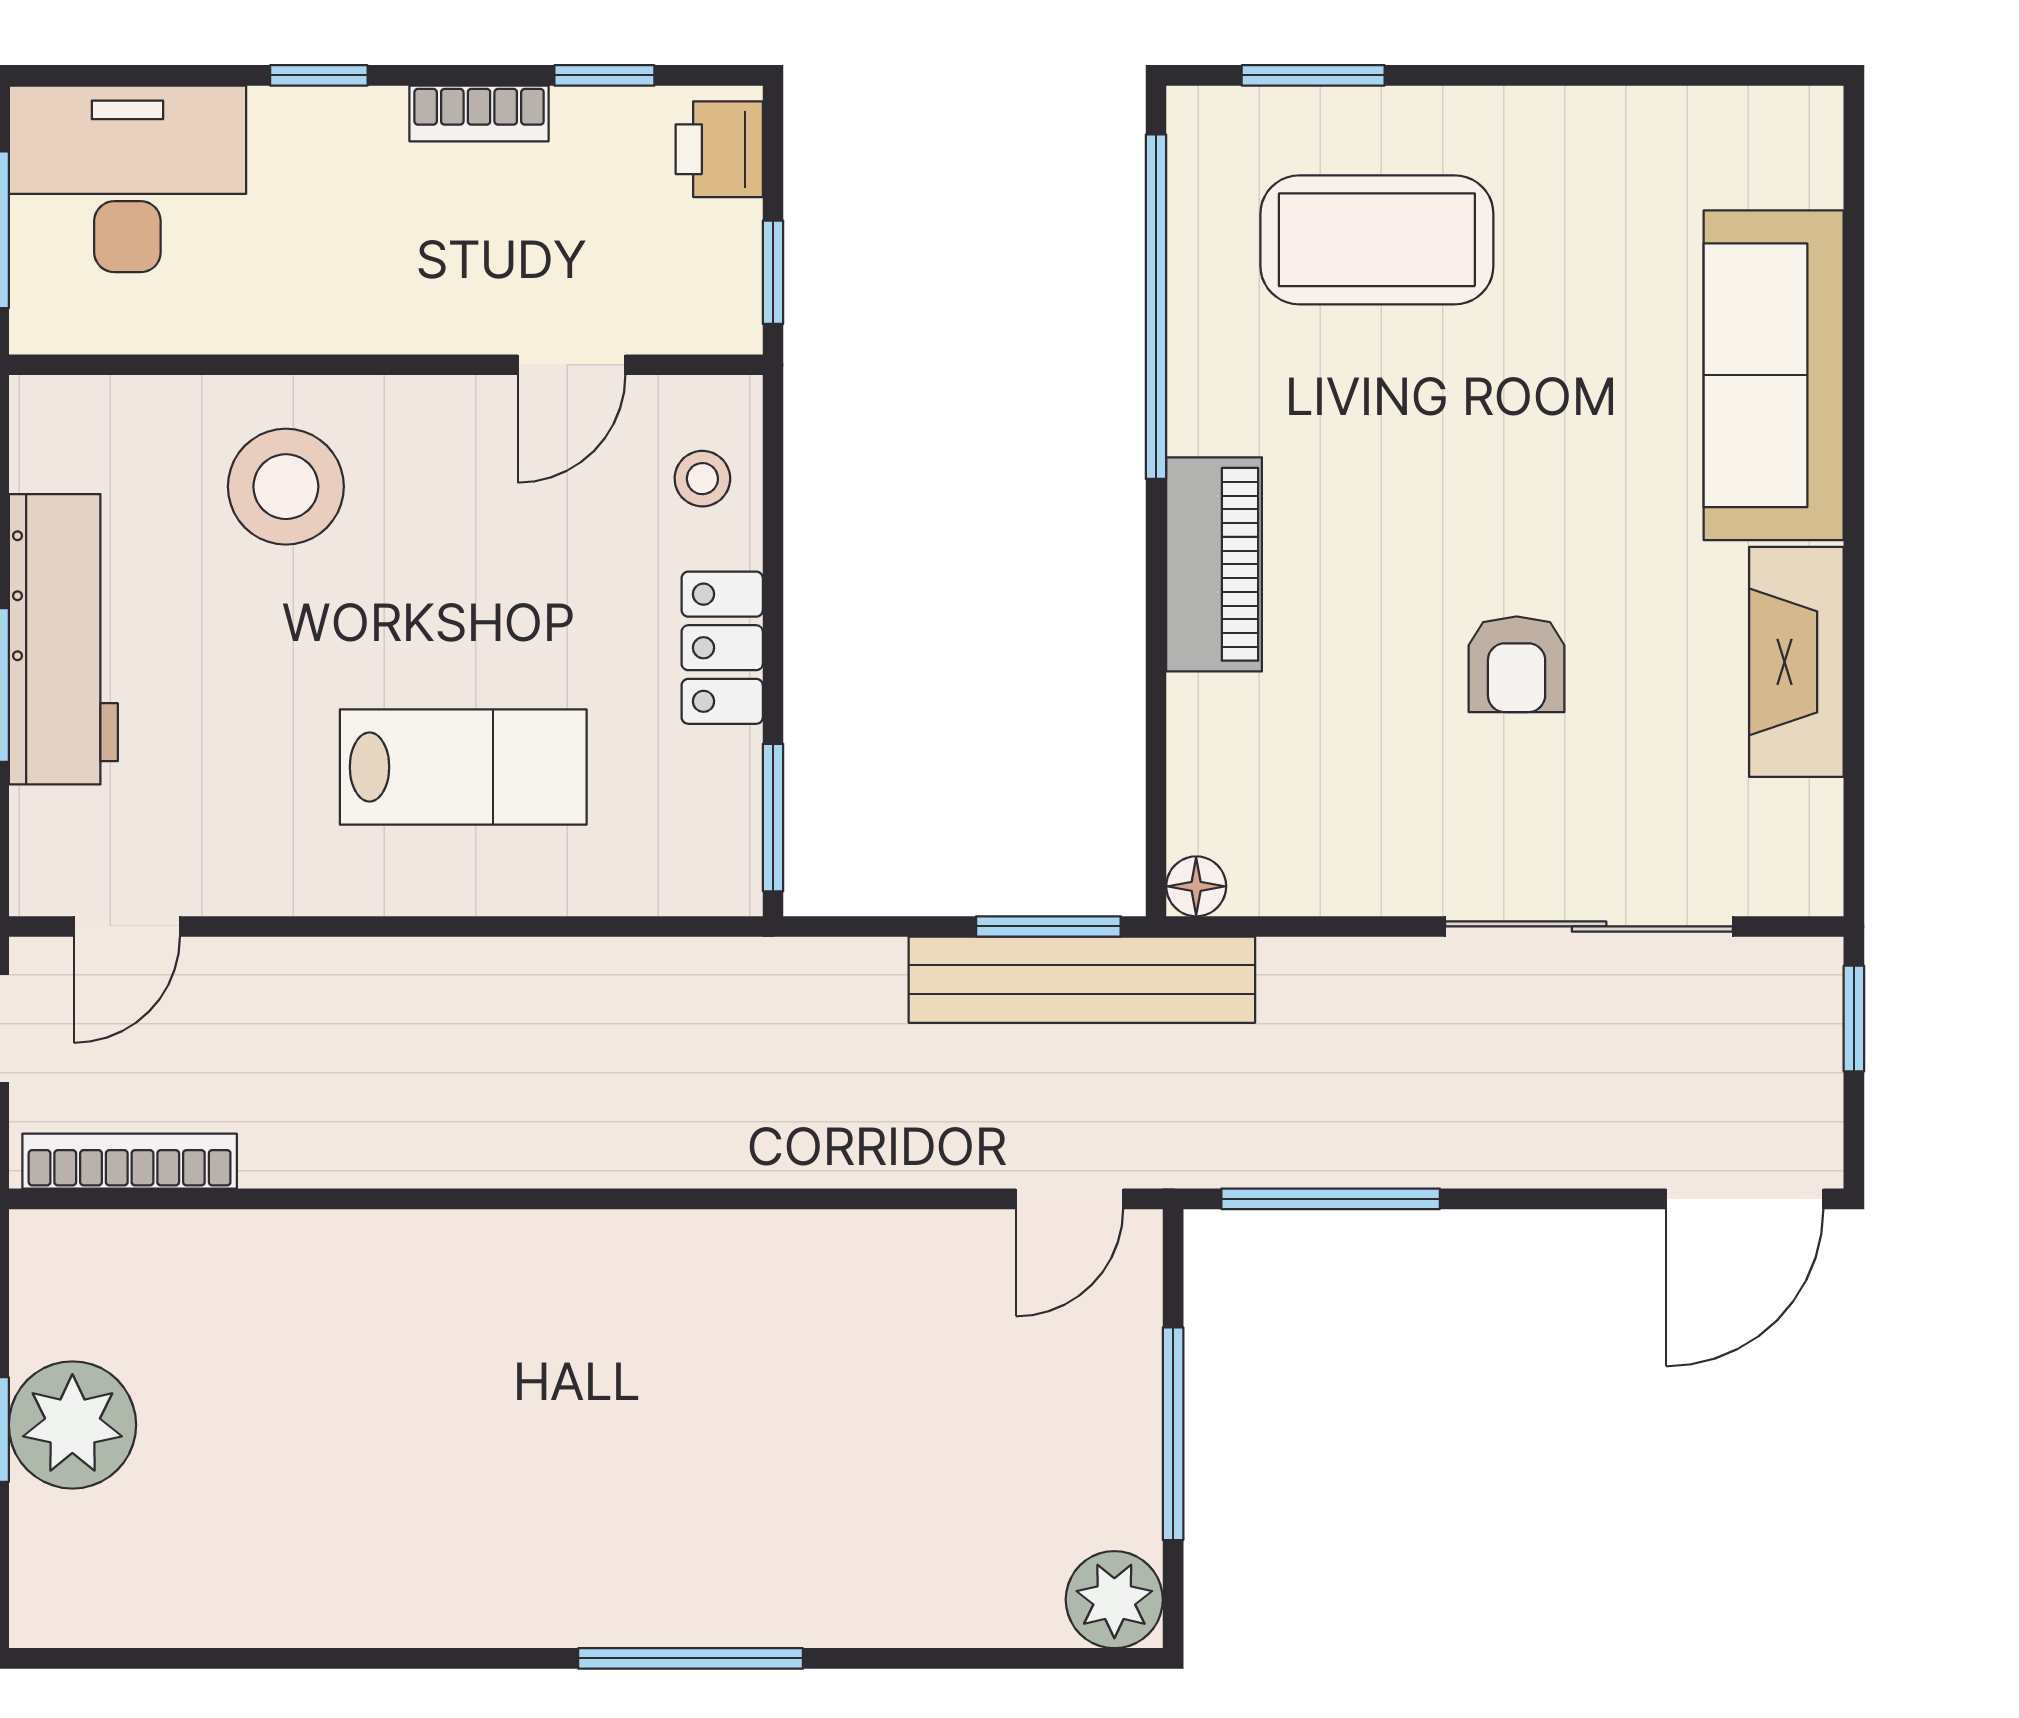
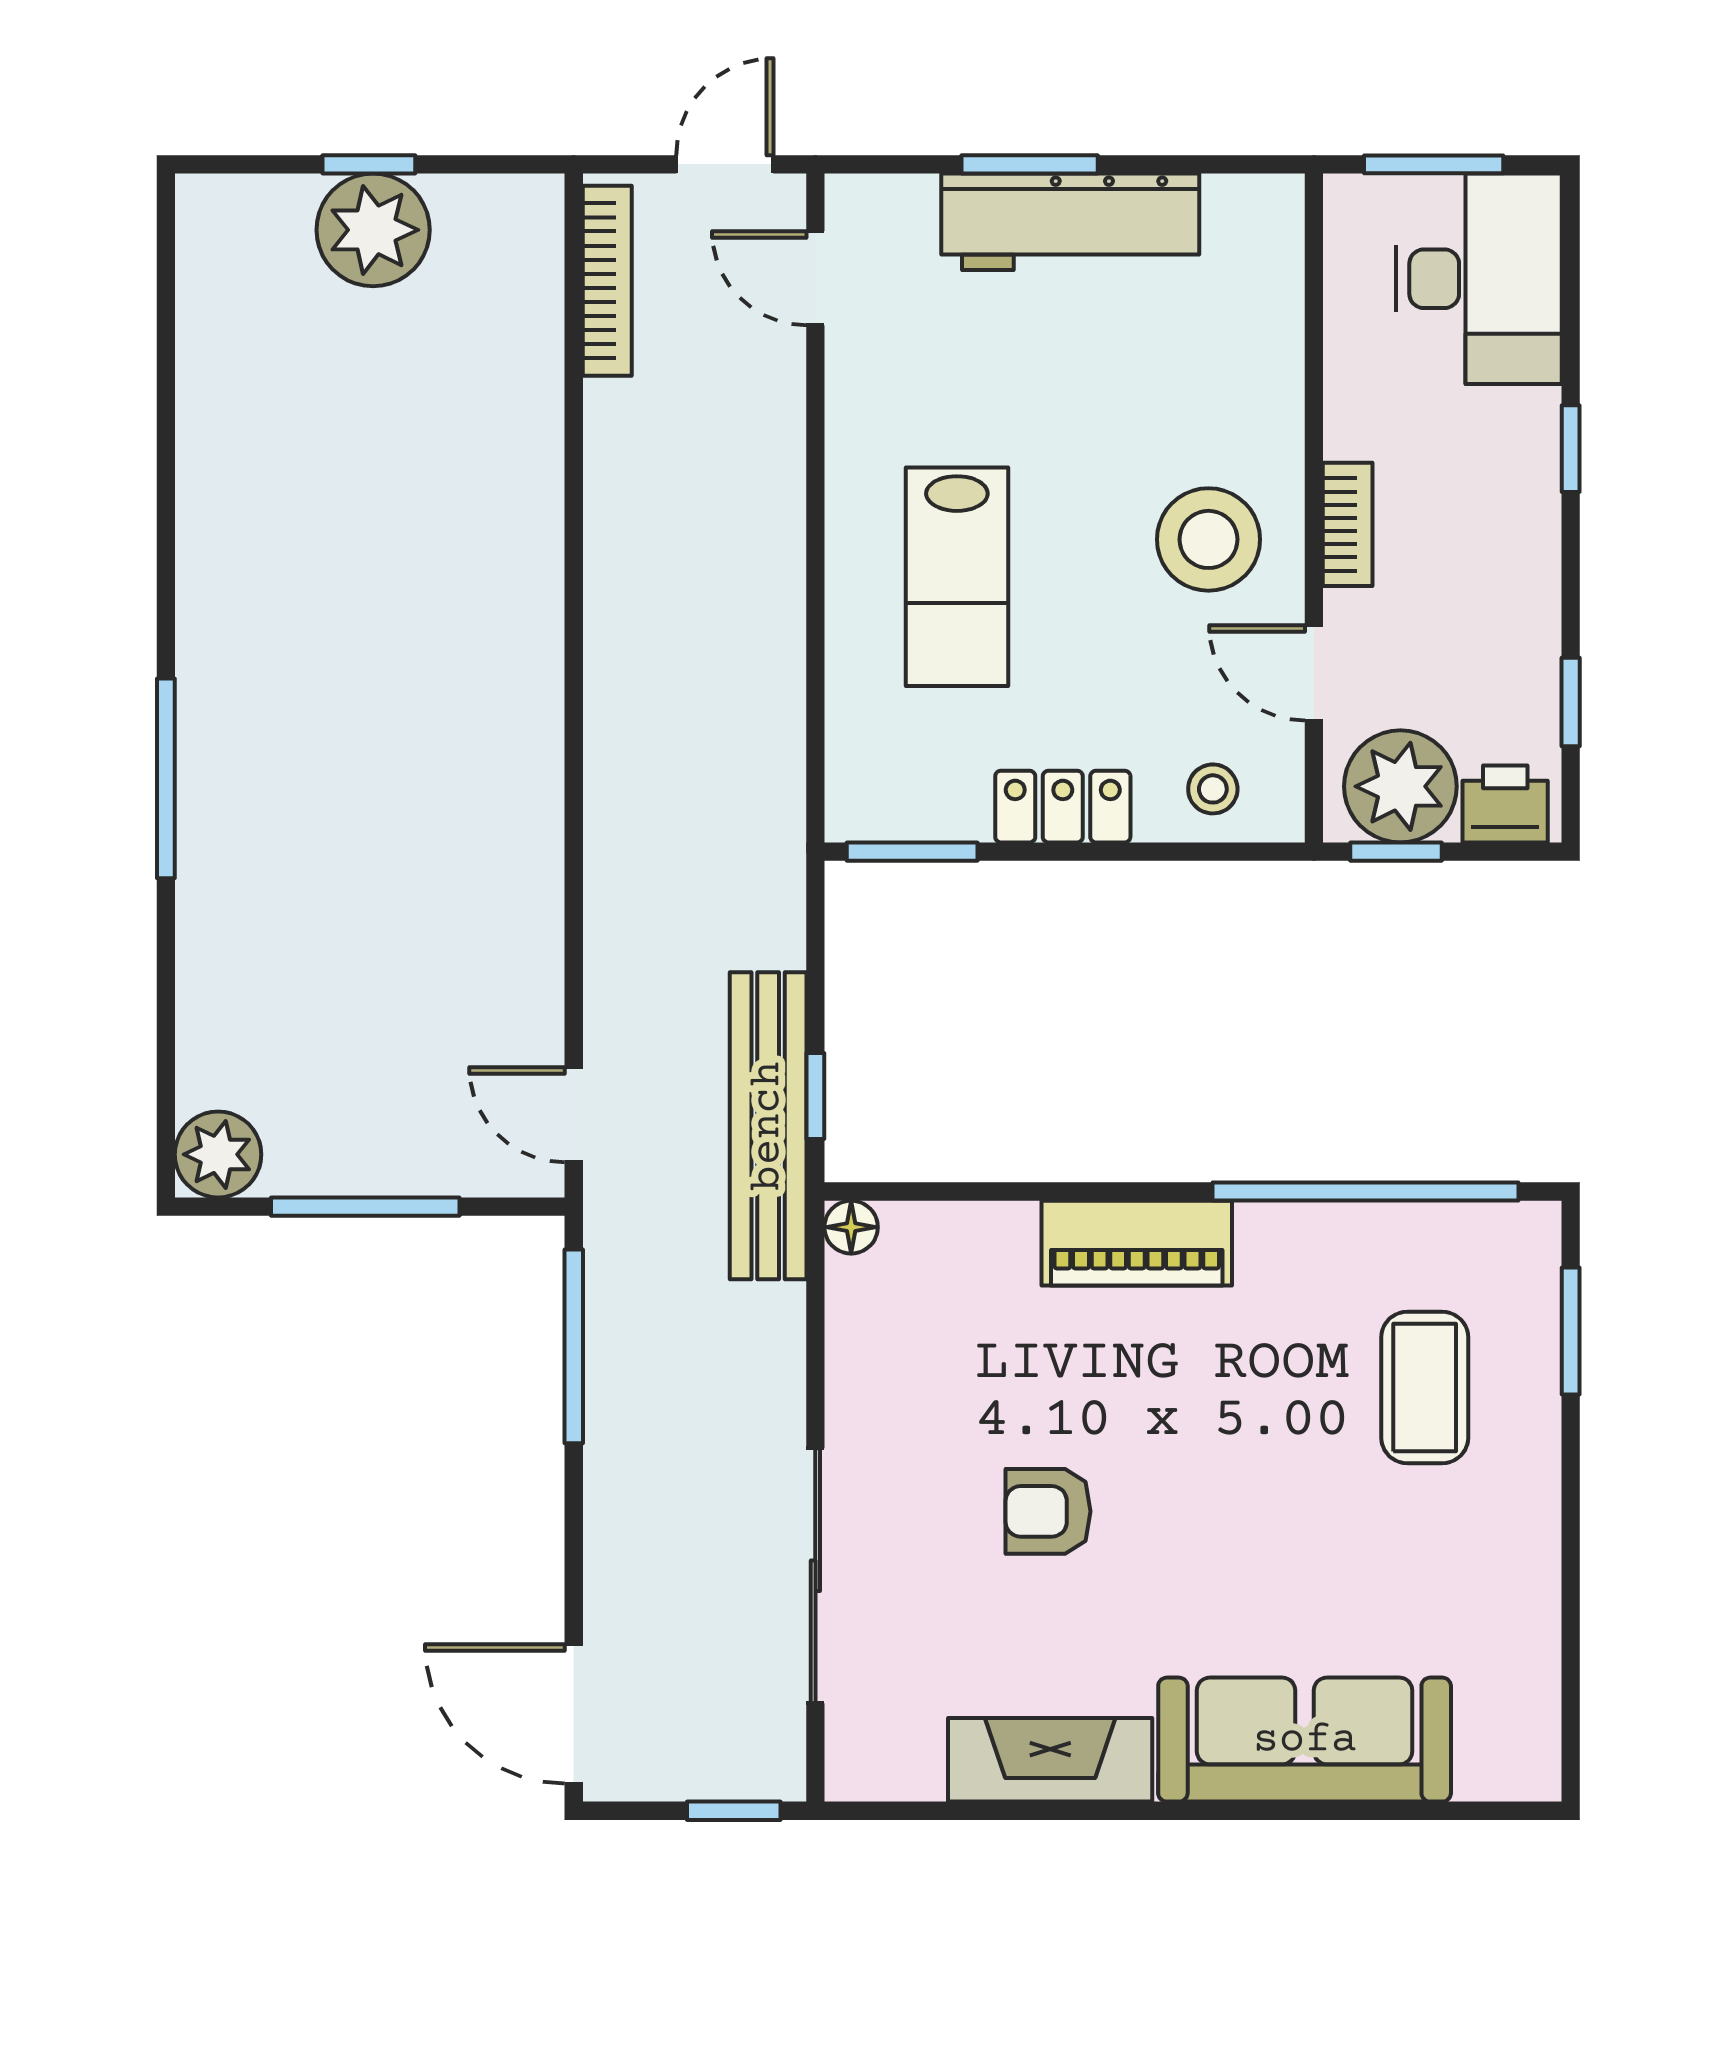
bookcase: (479, 113) -> (1348, 524), moved, turned 180
coffee table: (1377, 240) -> (1425, 1388), width x0.73, depth x0.76
plant: (699, 267) -> (1400, 786), added
stool: (286, 487) -> (1208, 539), moved
window: (1048, 926) -> (815, 1096), width x0.67

